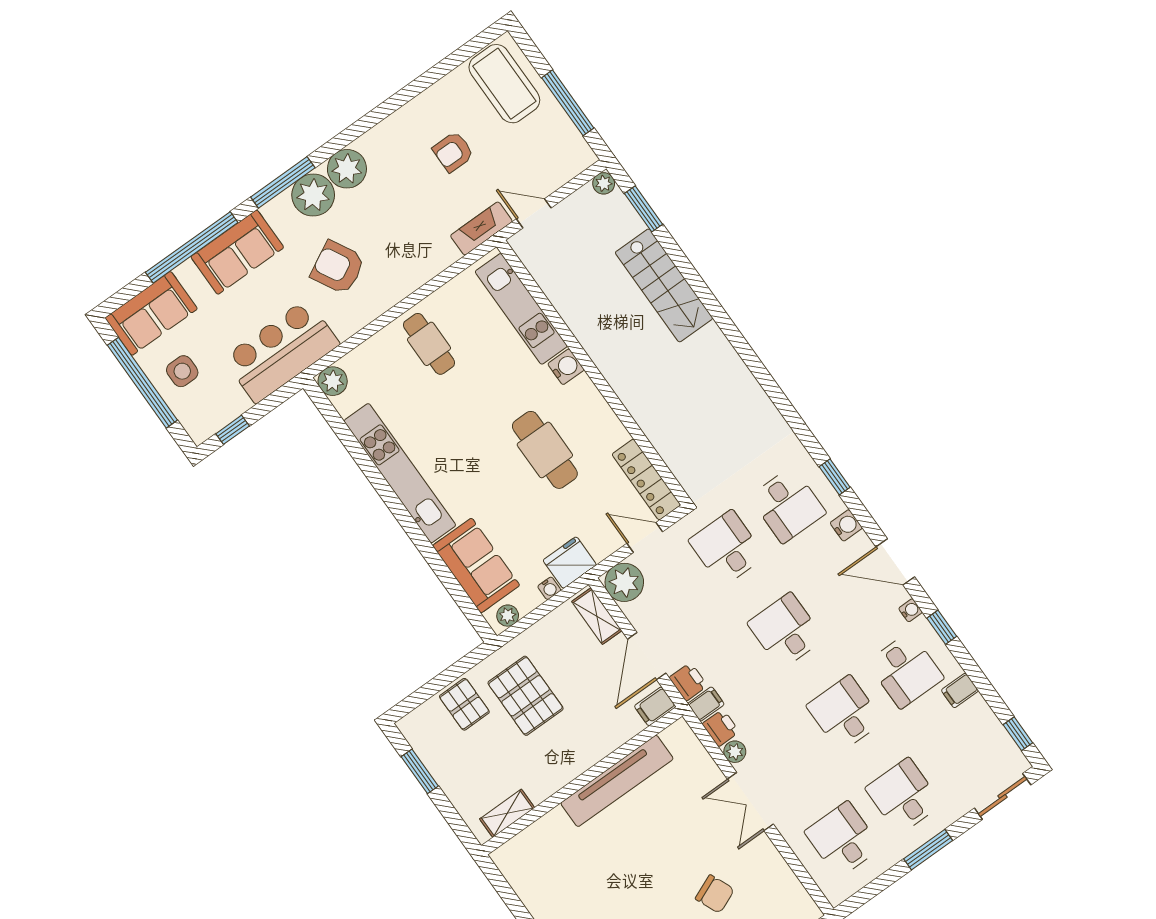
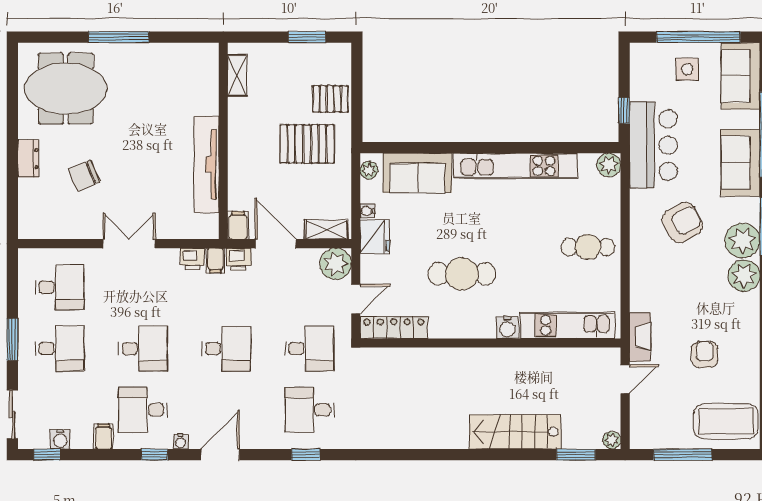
window: (233, 430) -> (624, 111), moved
water cooler: (846, 525) -> (60, 439), moved
plant: (735, 752) -> (170, 257), removed

